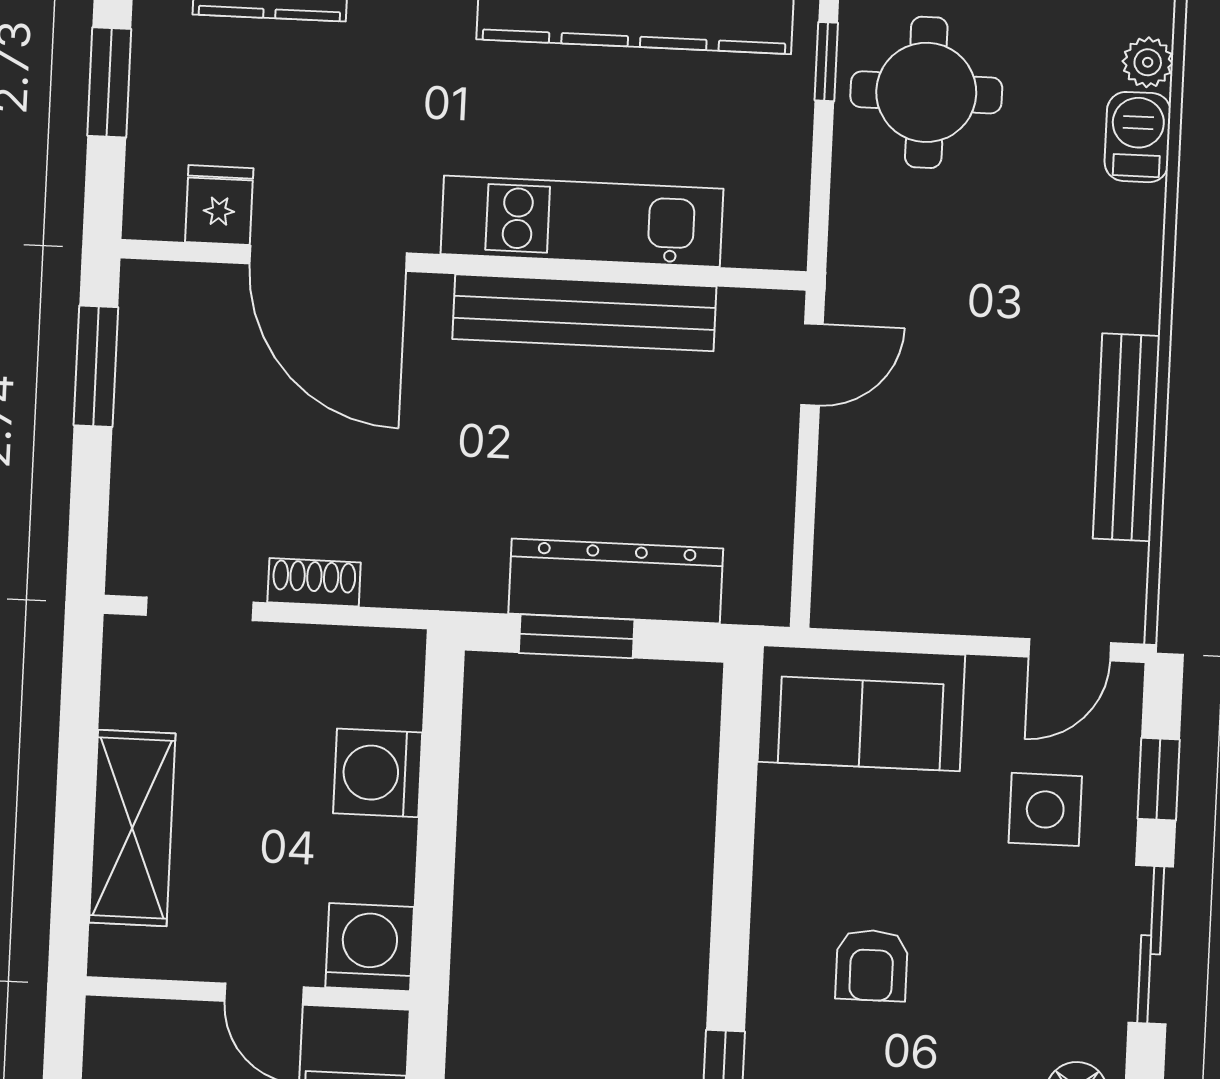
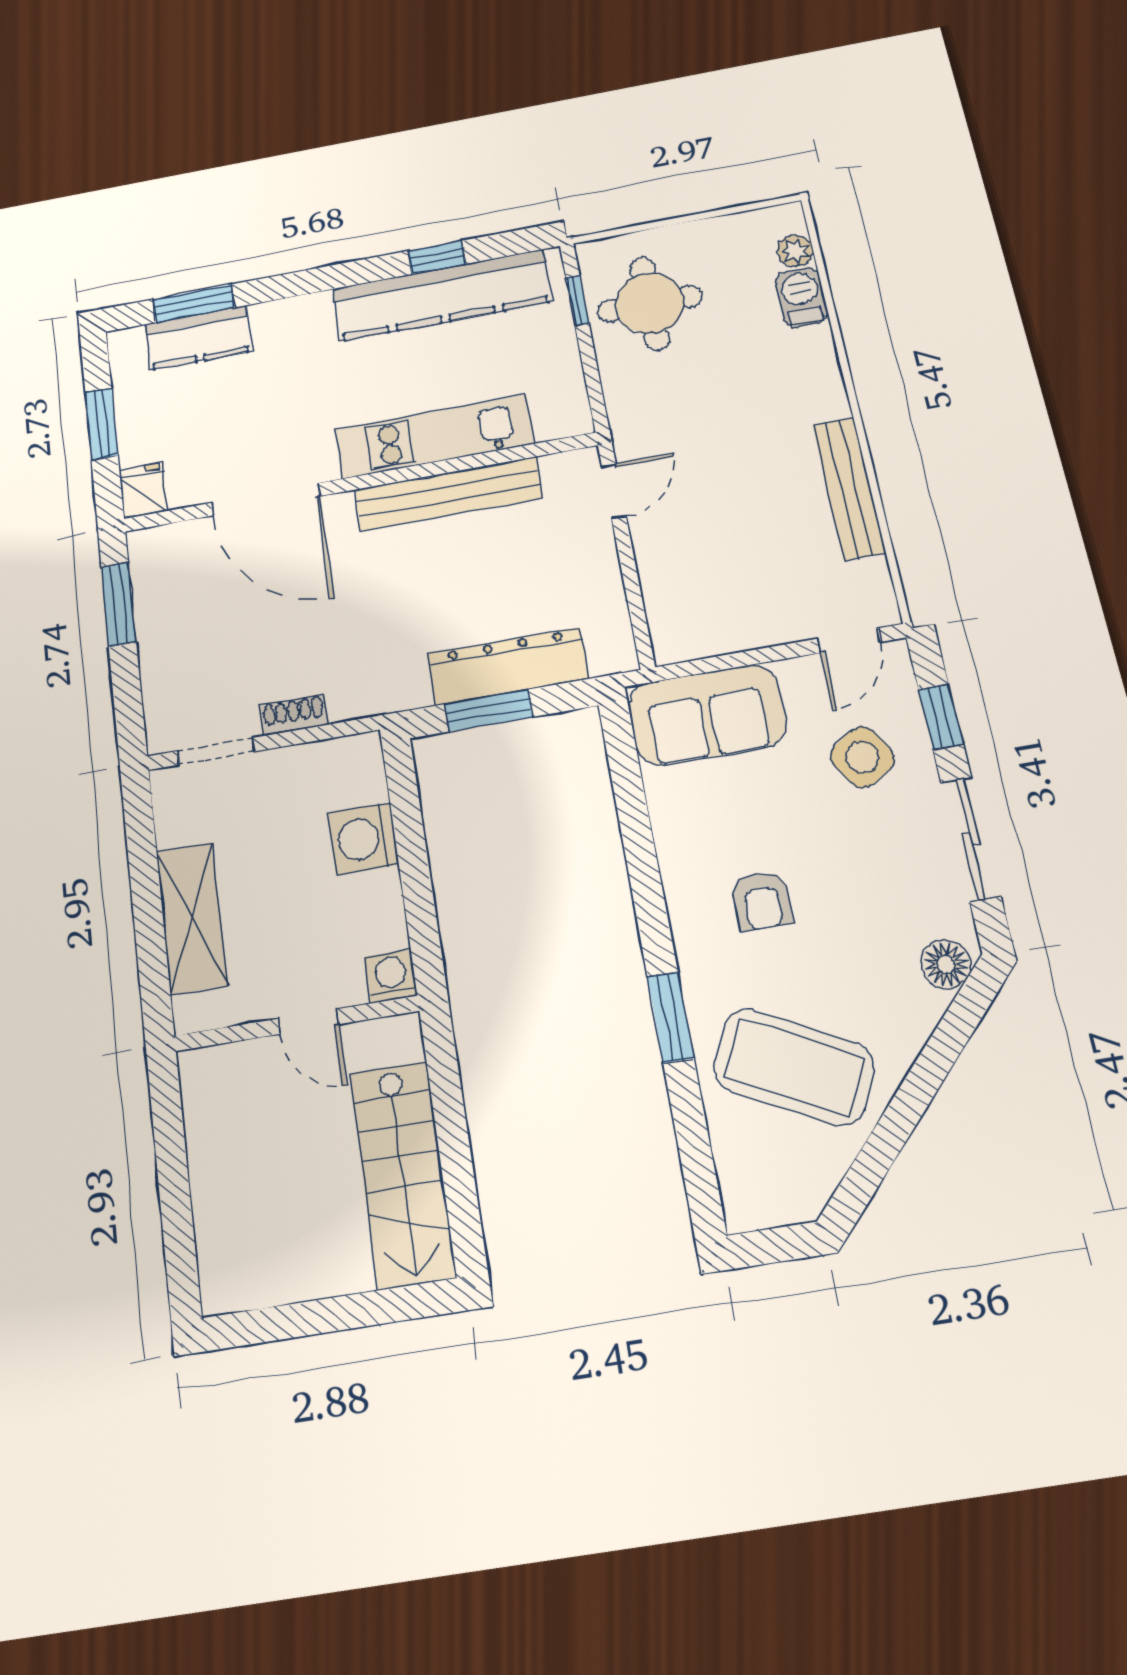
fridge: (219, 205) -> (143, 490), moved
side table: (1045, 809) -> (862, 757), turned -32
washing machine: (370, 947) -> (391, 976), width x0.73, depth x0.73

